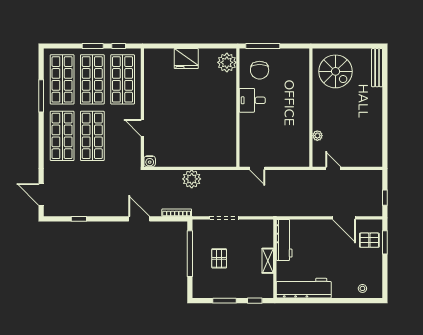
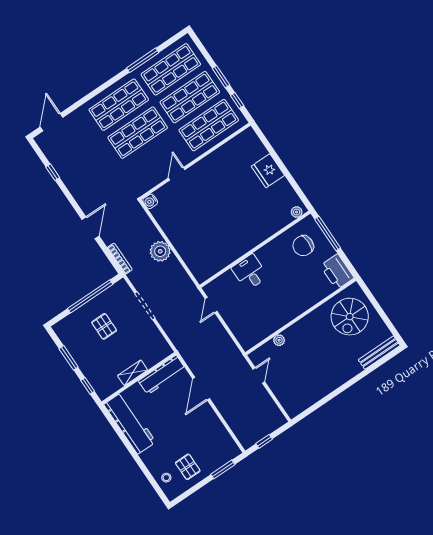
printer: (296, 58) -> (337, 272), added
plant: (227, 62) -> (297, 212), width x0.53, depth x0.53
desk: (252, 100) -> (250, 272), moved
door: (344, 218) -> (201, 389), moved
pallet: (369, 240) -> (188, 467), moved
pallet: (219, 258) -> (104, 326), turned 90

